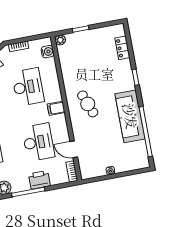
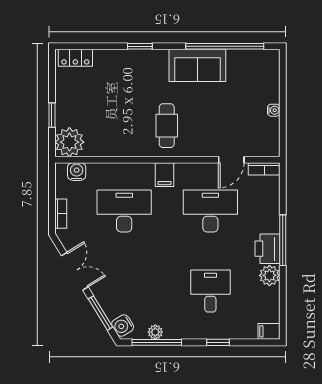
plant: (60, 40) -> (69, 142), width x1.88, depth x1.88
locker: (122, 48) -> (75, 58), moved
cafe table: (88, 104) -> (167, 126), turned -69
sofa: (130, 116) -> (197, 65), width x0.73
printer: (39, 180) -> (268, 249), moved

